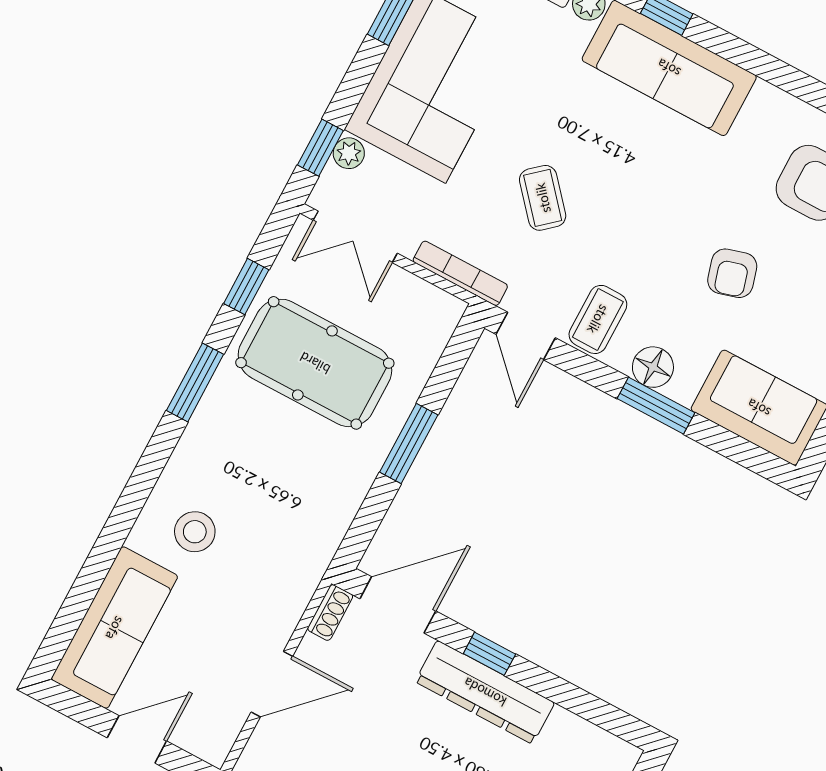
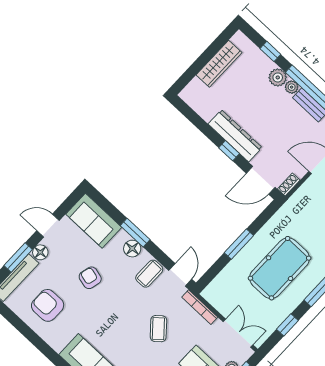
armchair: (732, 273) -> (90, 278), turned -60
pool table: (315, 363) -> (280, 268), moved, turned 90

